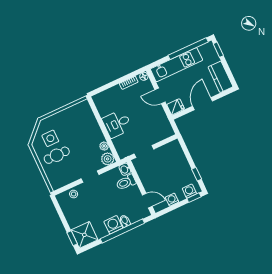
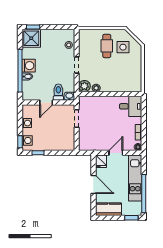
desk: (117, 124) -> (131, 106), moved, turned 90
door: (147, 201) -> (46, 102), moved

